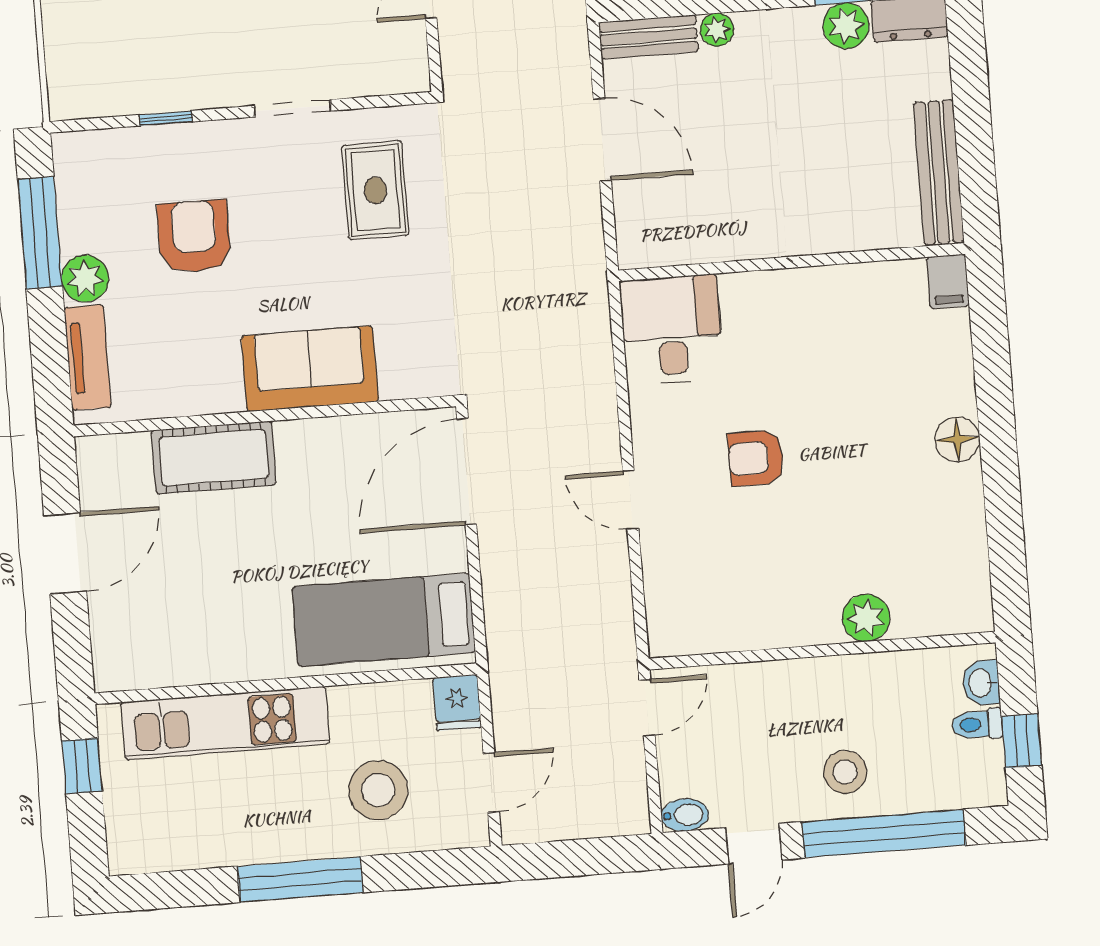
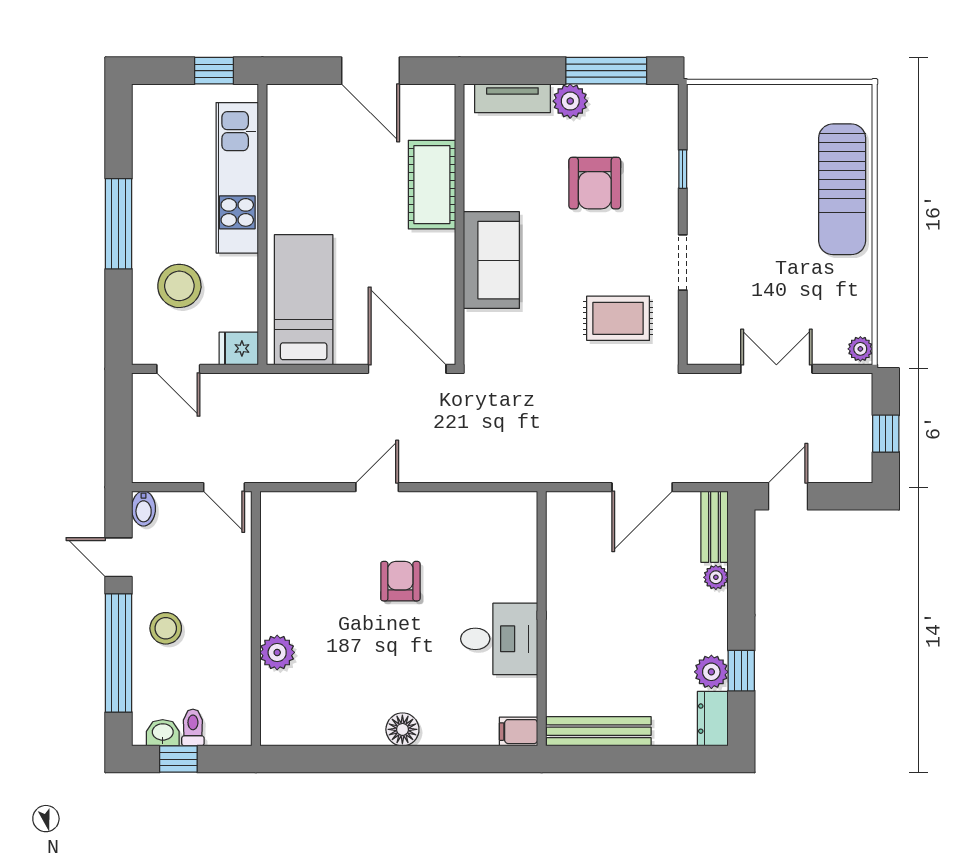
armchair: (194, 236) -> (595, 183), turned 90
desk: (671, 330) -> (499, 639), moved
washbasin: (981, 683) -> (163, 733), moved

